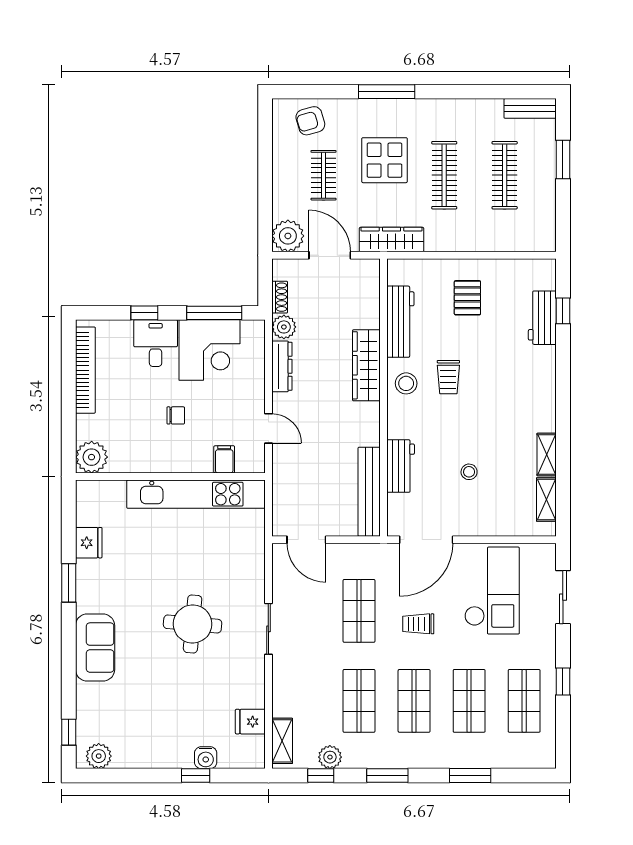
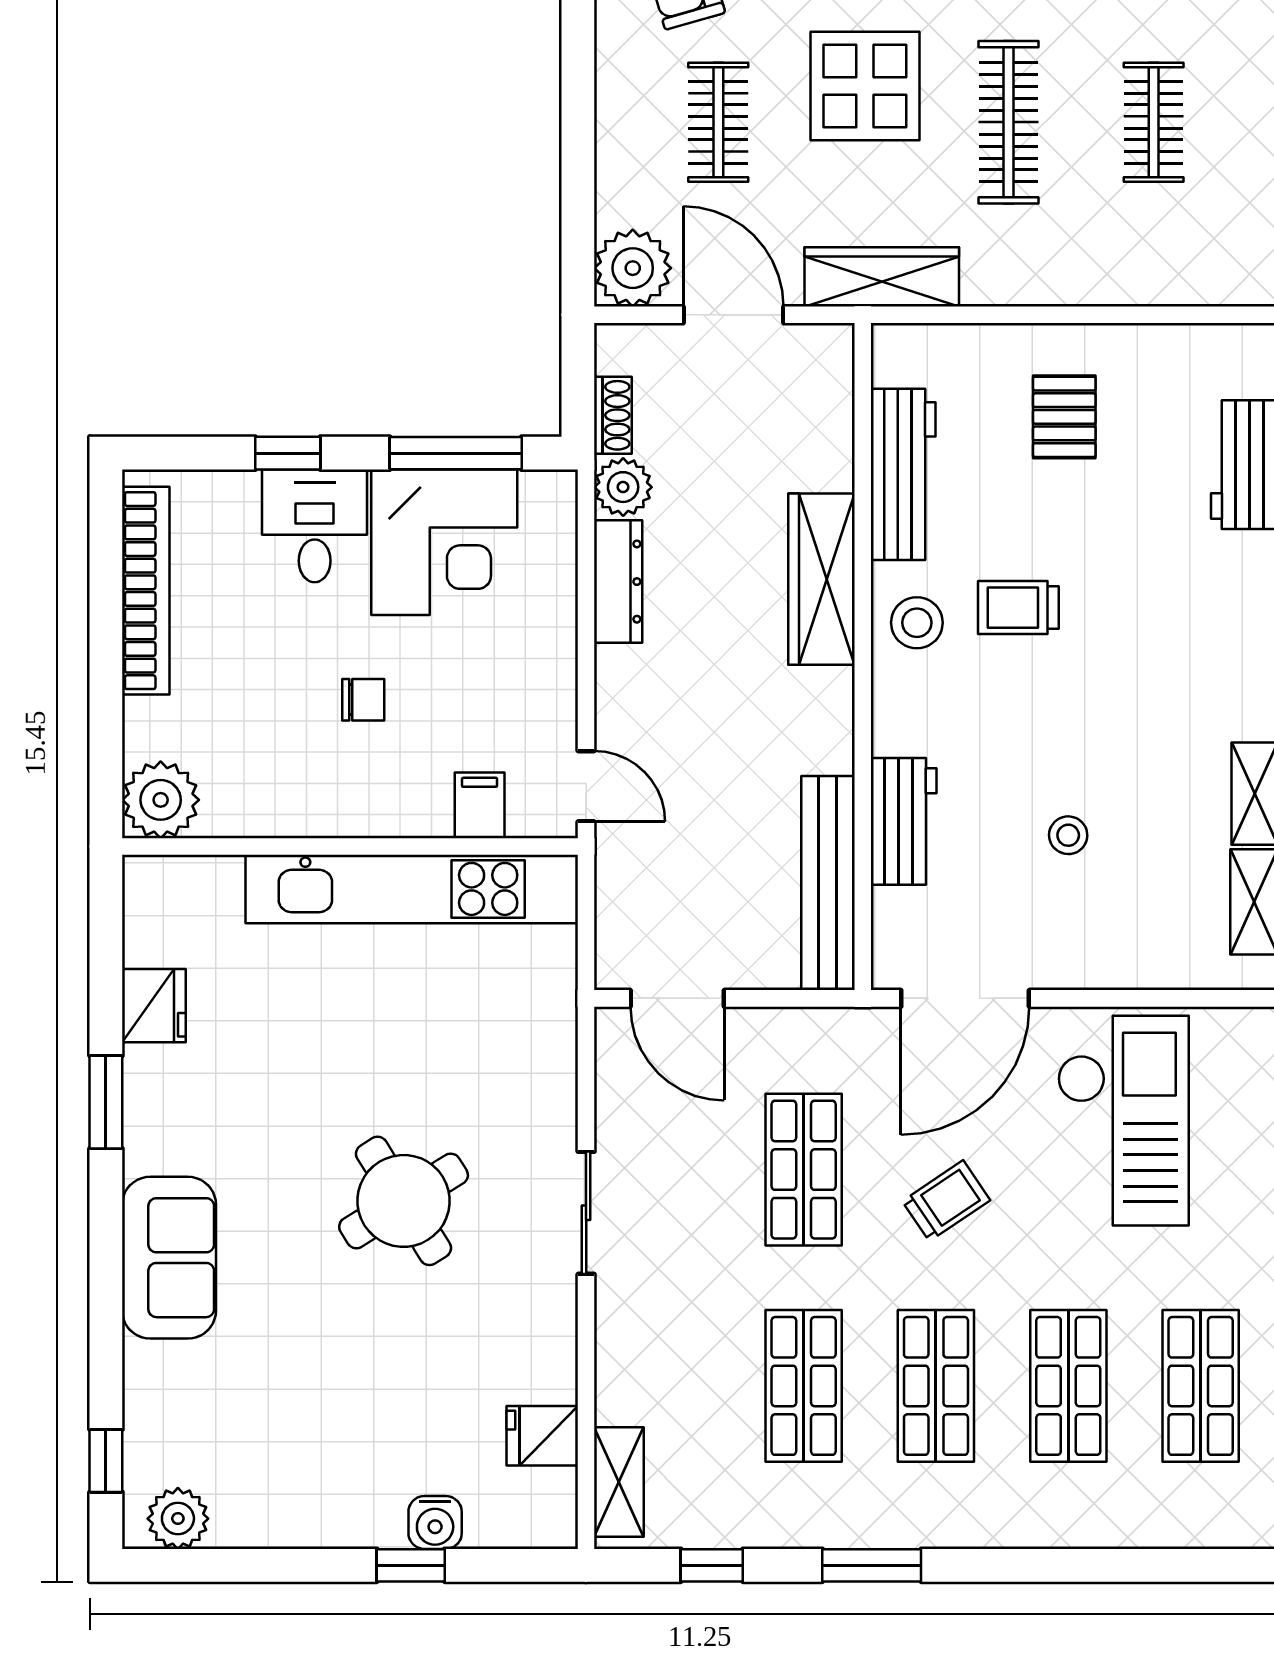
clothes rail: (505, 175) -> (1154, 122), width x0.73
trolley: (448, 377) -> (1018, 608), turned 90
door: (268, 428) -> (586, 786), moved
round table: (193, 624) -> (404, 1201), turned -37
trolley: (418, 624) -> (946, 1201), turned 146
plant: (330, 757) -> (734, 1521), removed
window: (470, 775) -> (1071, 1565), removed

